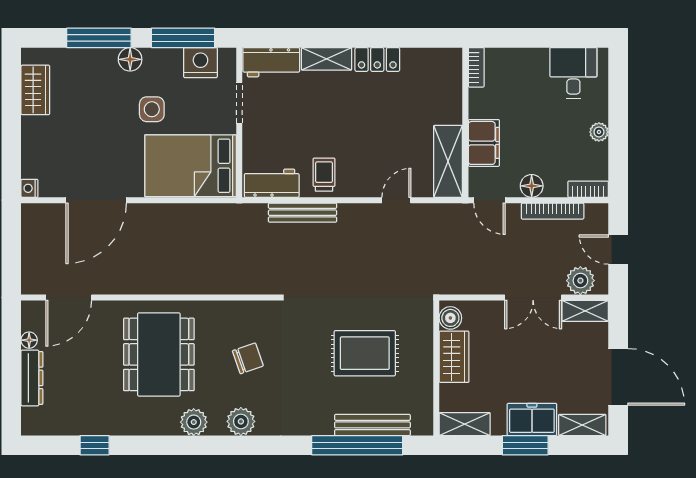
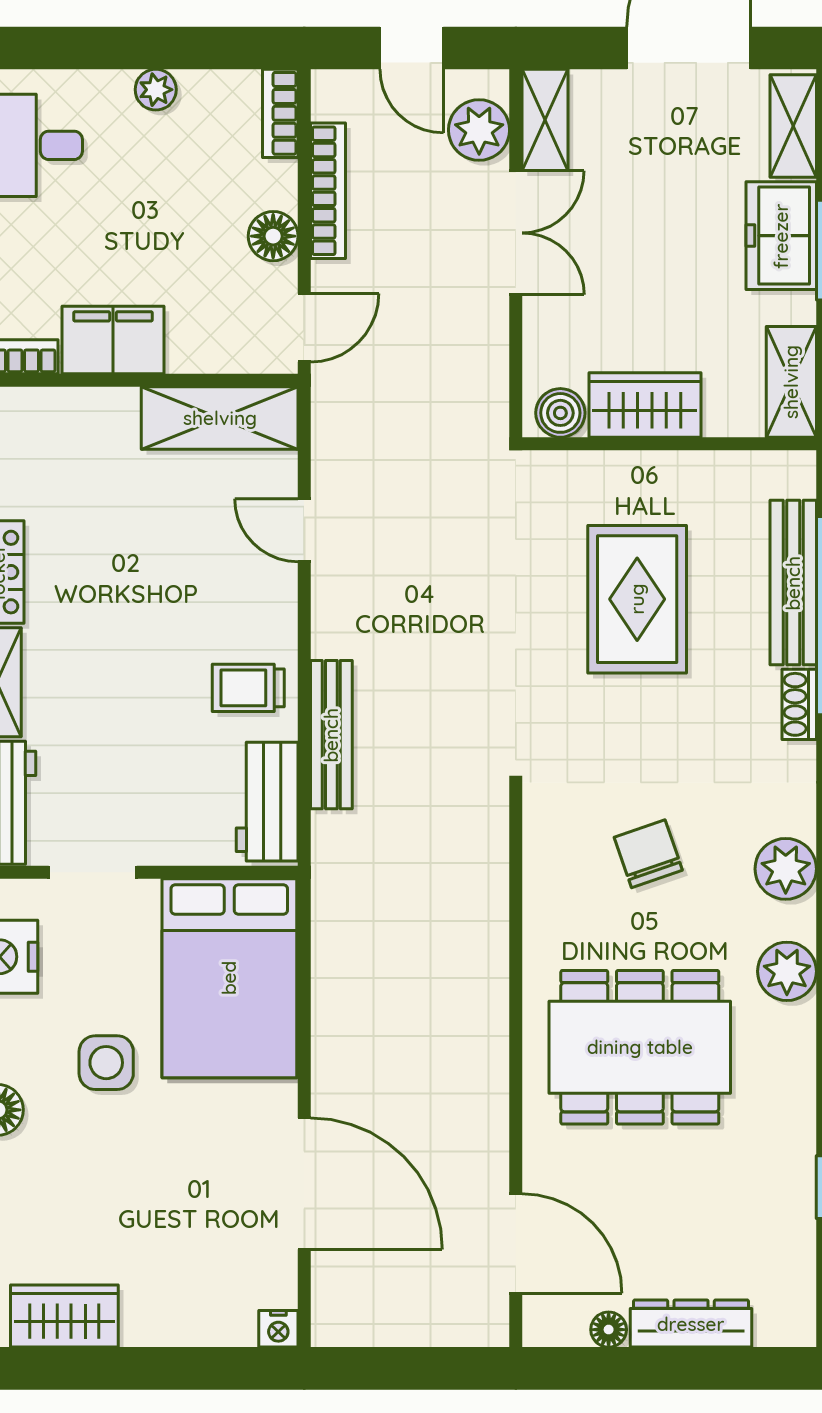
filing cabinet: (484, 143) -> (113, 340), moved
door: (618, 250) -> (412, 48), hinge flipped
shoe rack: (316, 428) -> (799, 704), added

